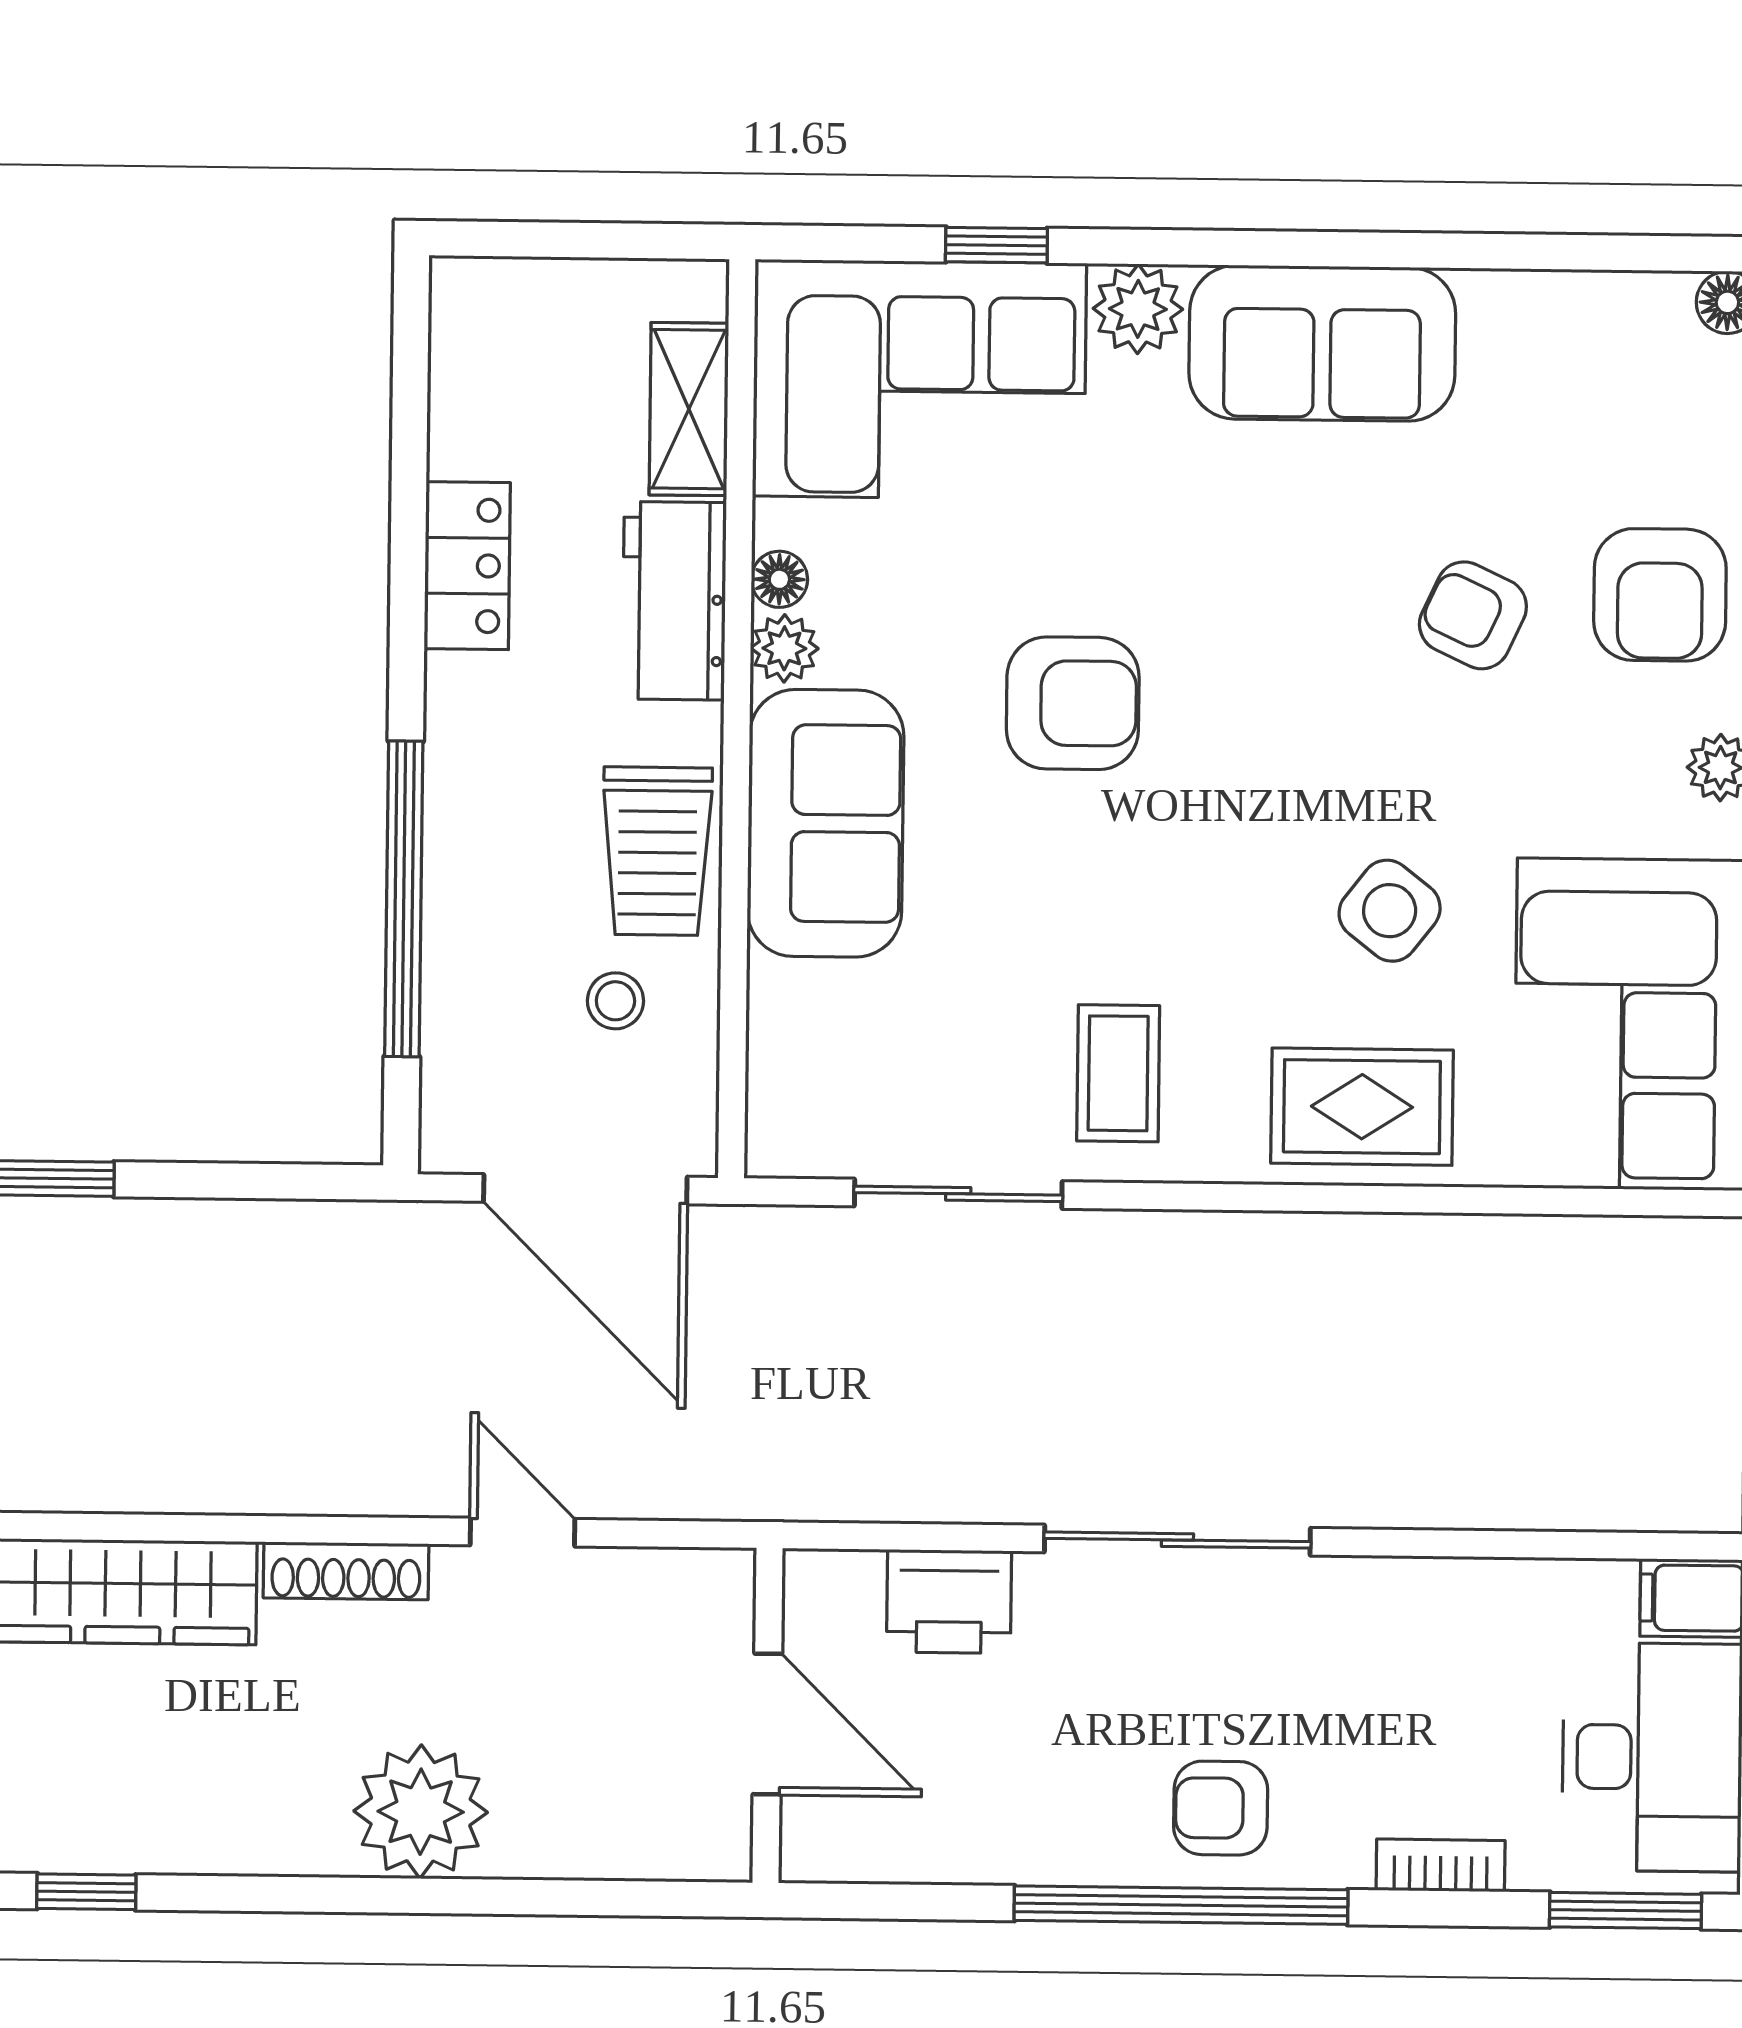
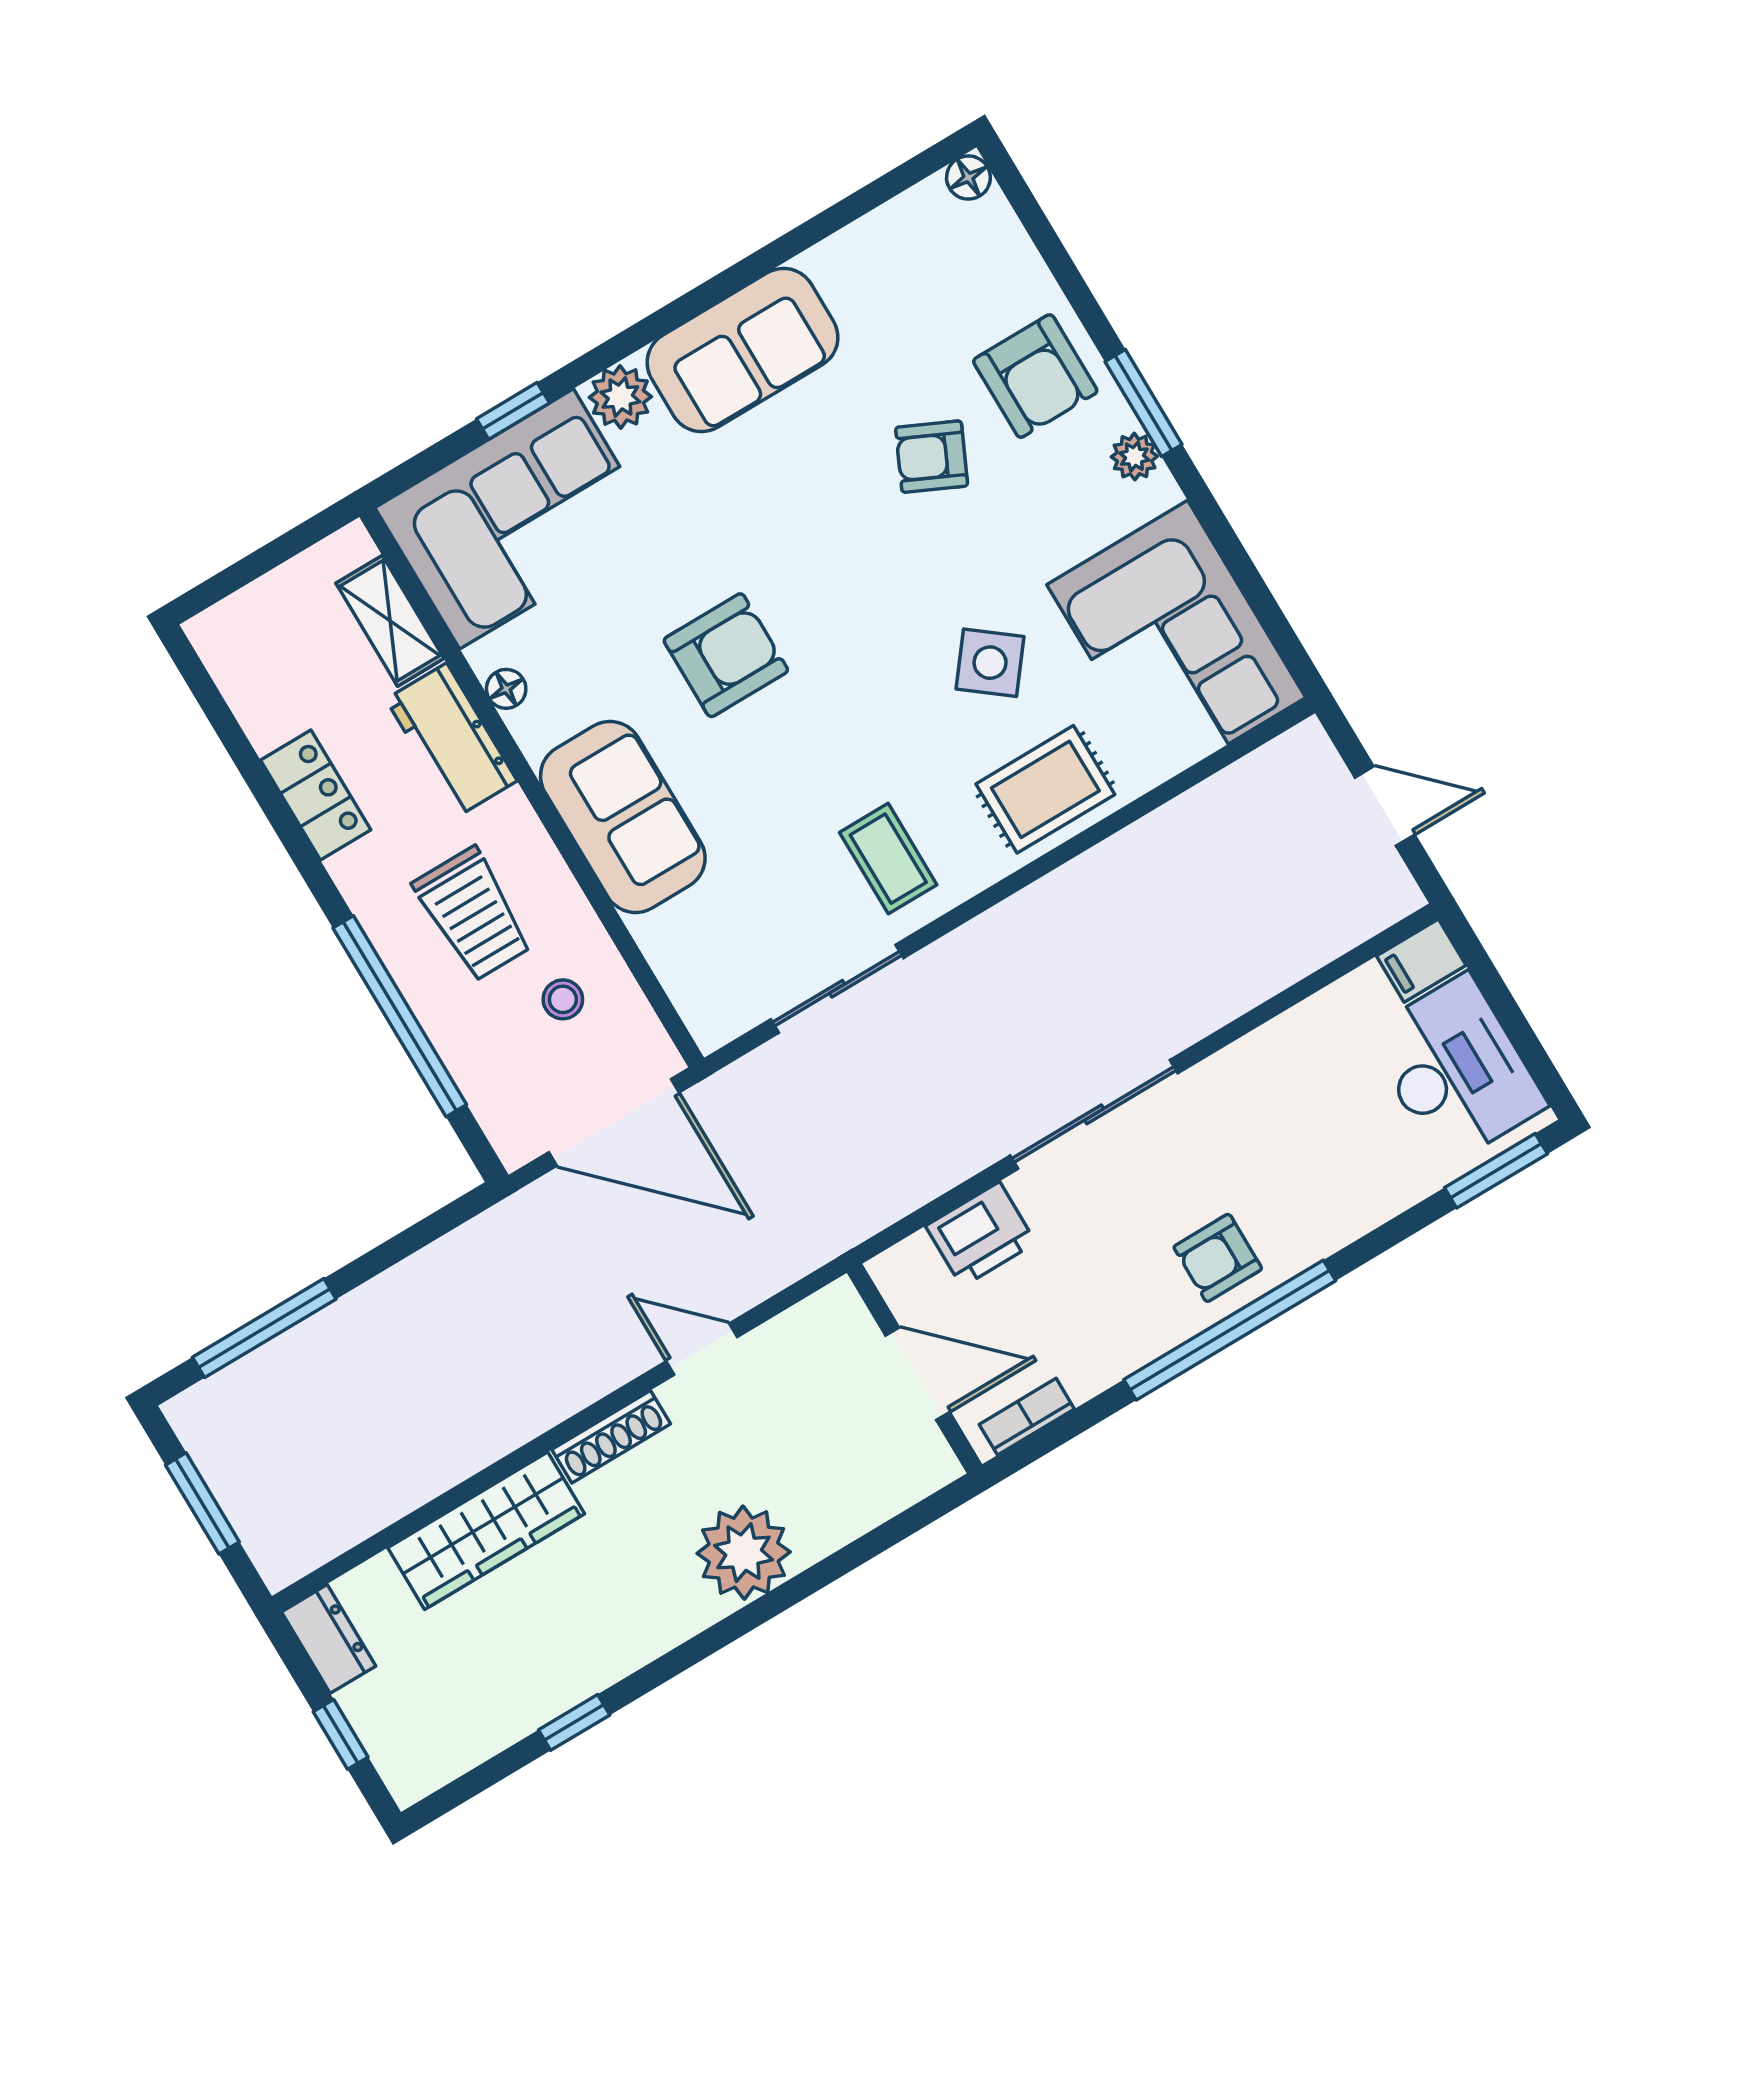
plant: (784, 648) -> (534, 728), removed
trolley: (657, 851) -> (473, 914), moved
bookcase: (1441, 1865) -> (1027, 1417), moved

